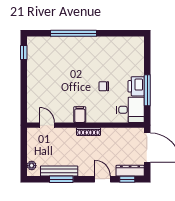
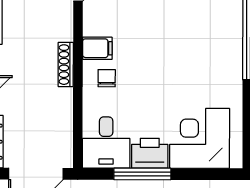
corner desk: (128, 60) -> (200, 138), added
chair: (104, 86) -> (107, 78), moved

